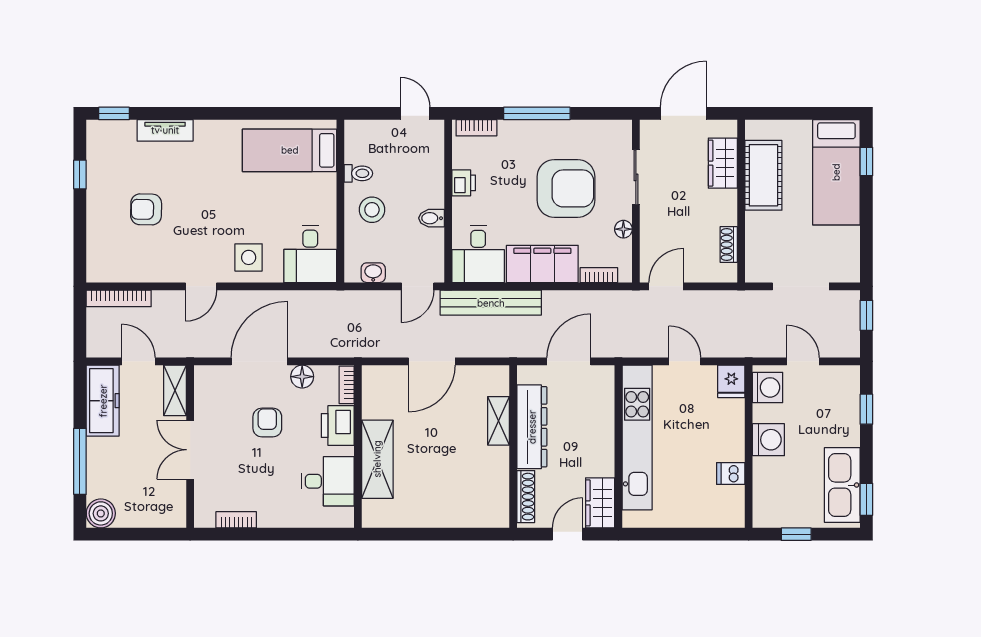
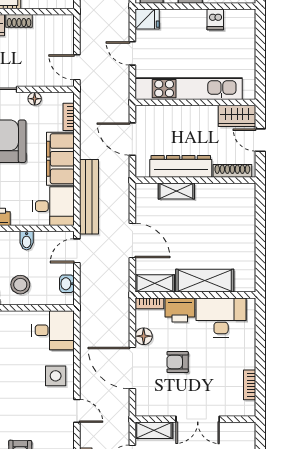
shoe rack: (729, 245) -> (19, 21), moved
door: (418, 286) -> (77, 251), swing flipped
door: (685, 361) -> (132, 53), hinge flipped
shelving: (374, 392) -> (155, 283), added
desk: (328, 481) -> (221, 317), width x1.37

